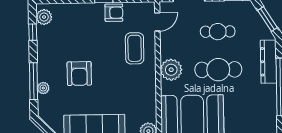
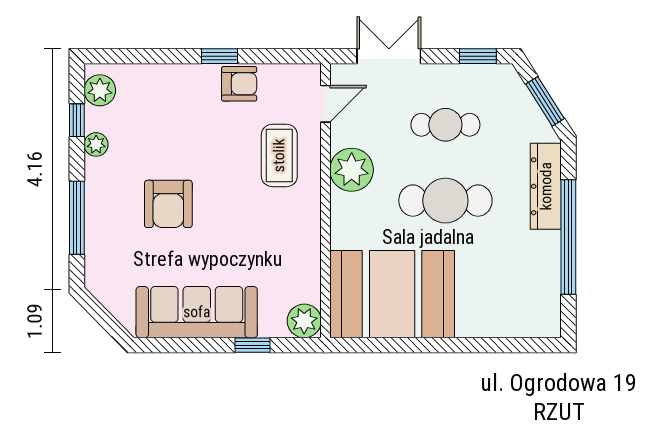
plant: (171, 70) -> (352, 170), moved
plant: (43, 88) -> (96, 144), moved

